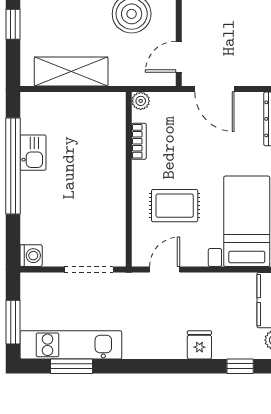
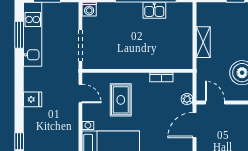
shelving: (71, 71) -> (203, 42), width x0.67, depth x0.75
plant: (141, 101) -> (187, 99), moved
fridge: (199, 345) -> (33, 99), moved

